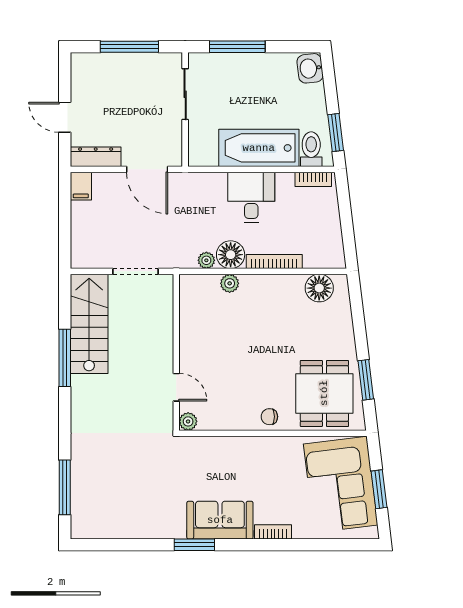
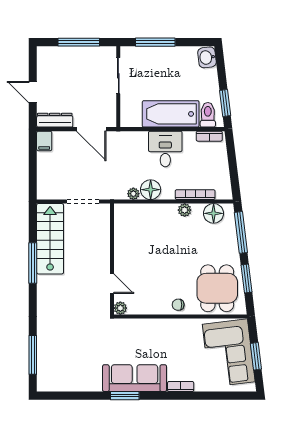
bookcase: (274, 262) -> (195, 195), moved
plant: (230, 283) -> (185, 210), moved
window: (358, 315) -> (241, 232), added
sofa: (220, 520) -> (135, 378), width x1.36

